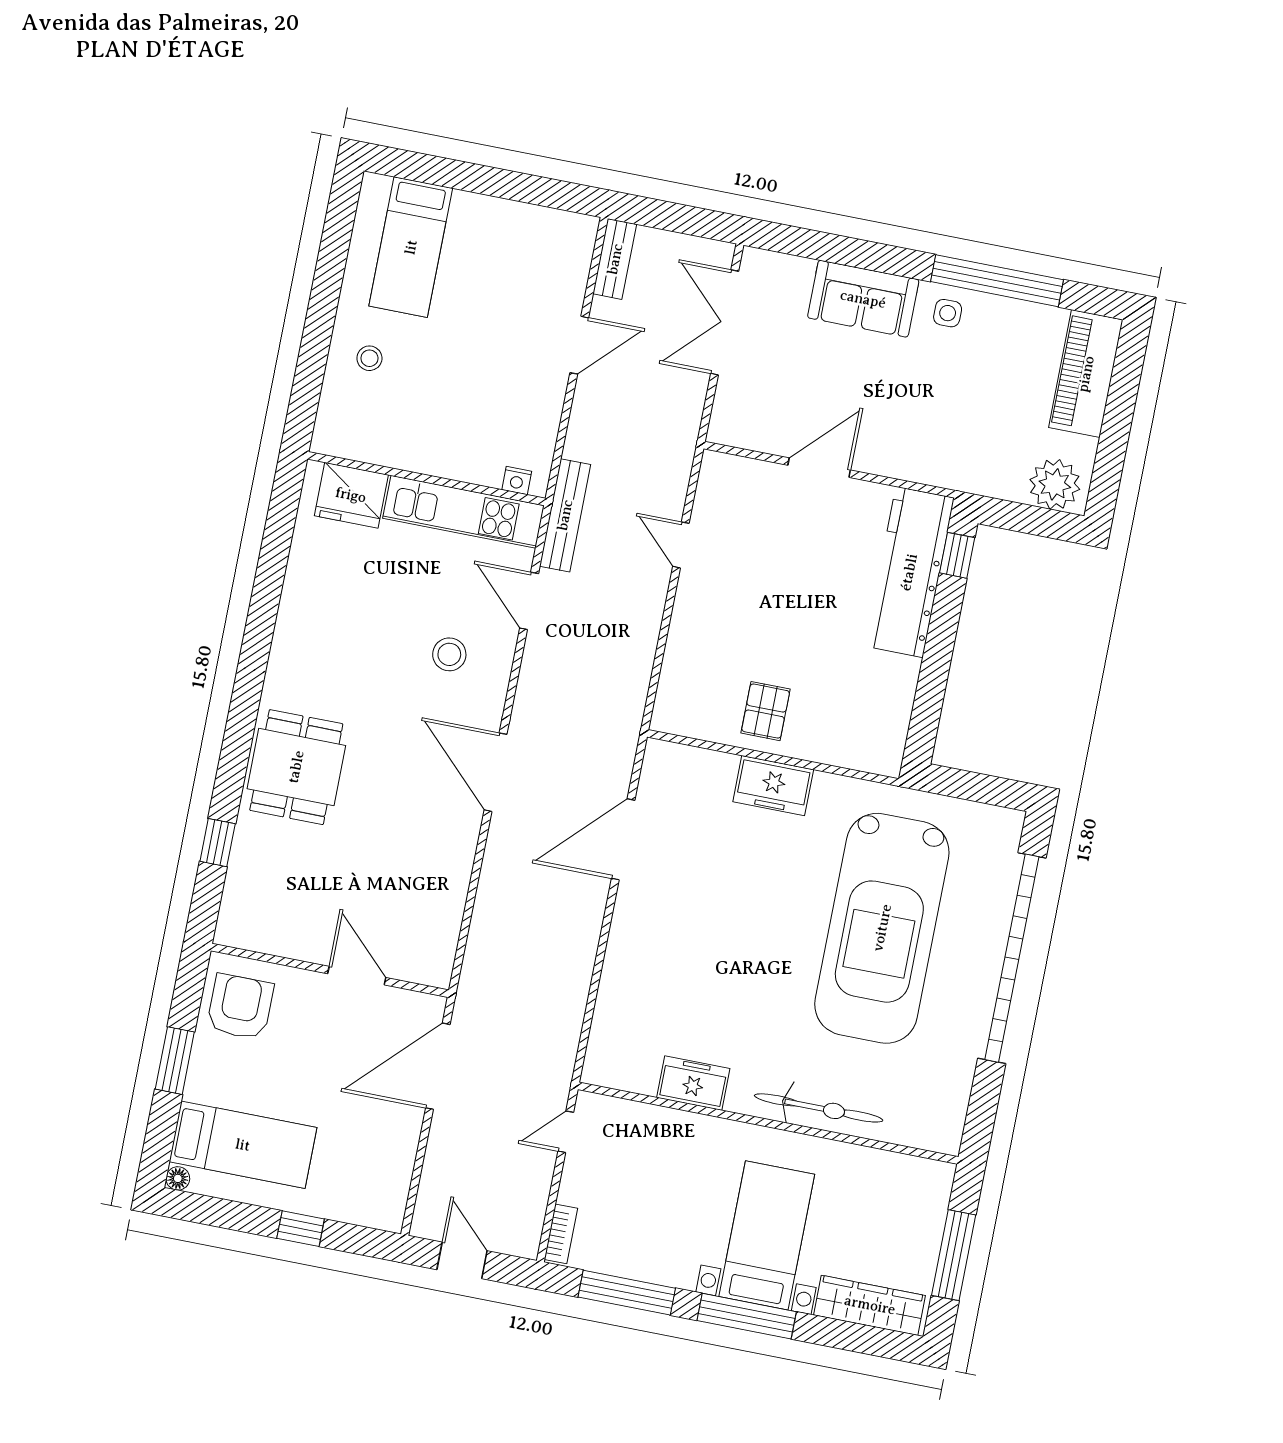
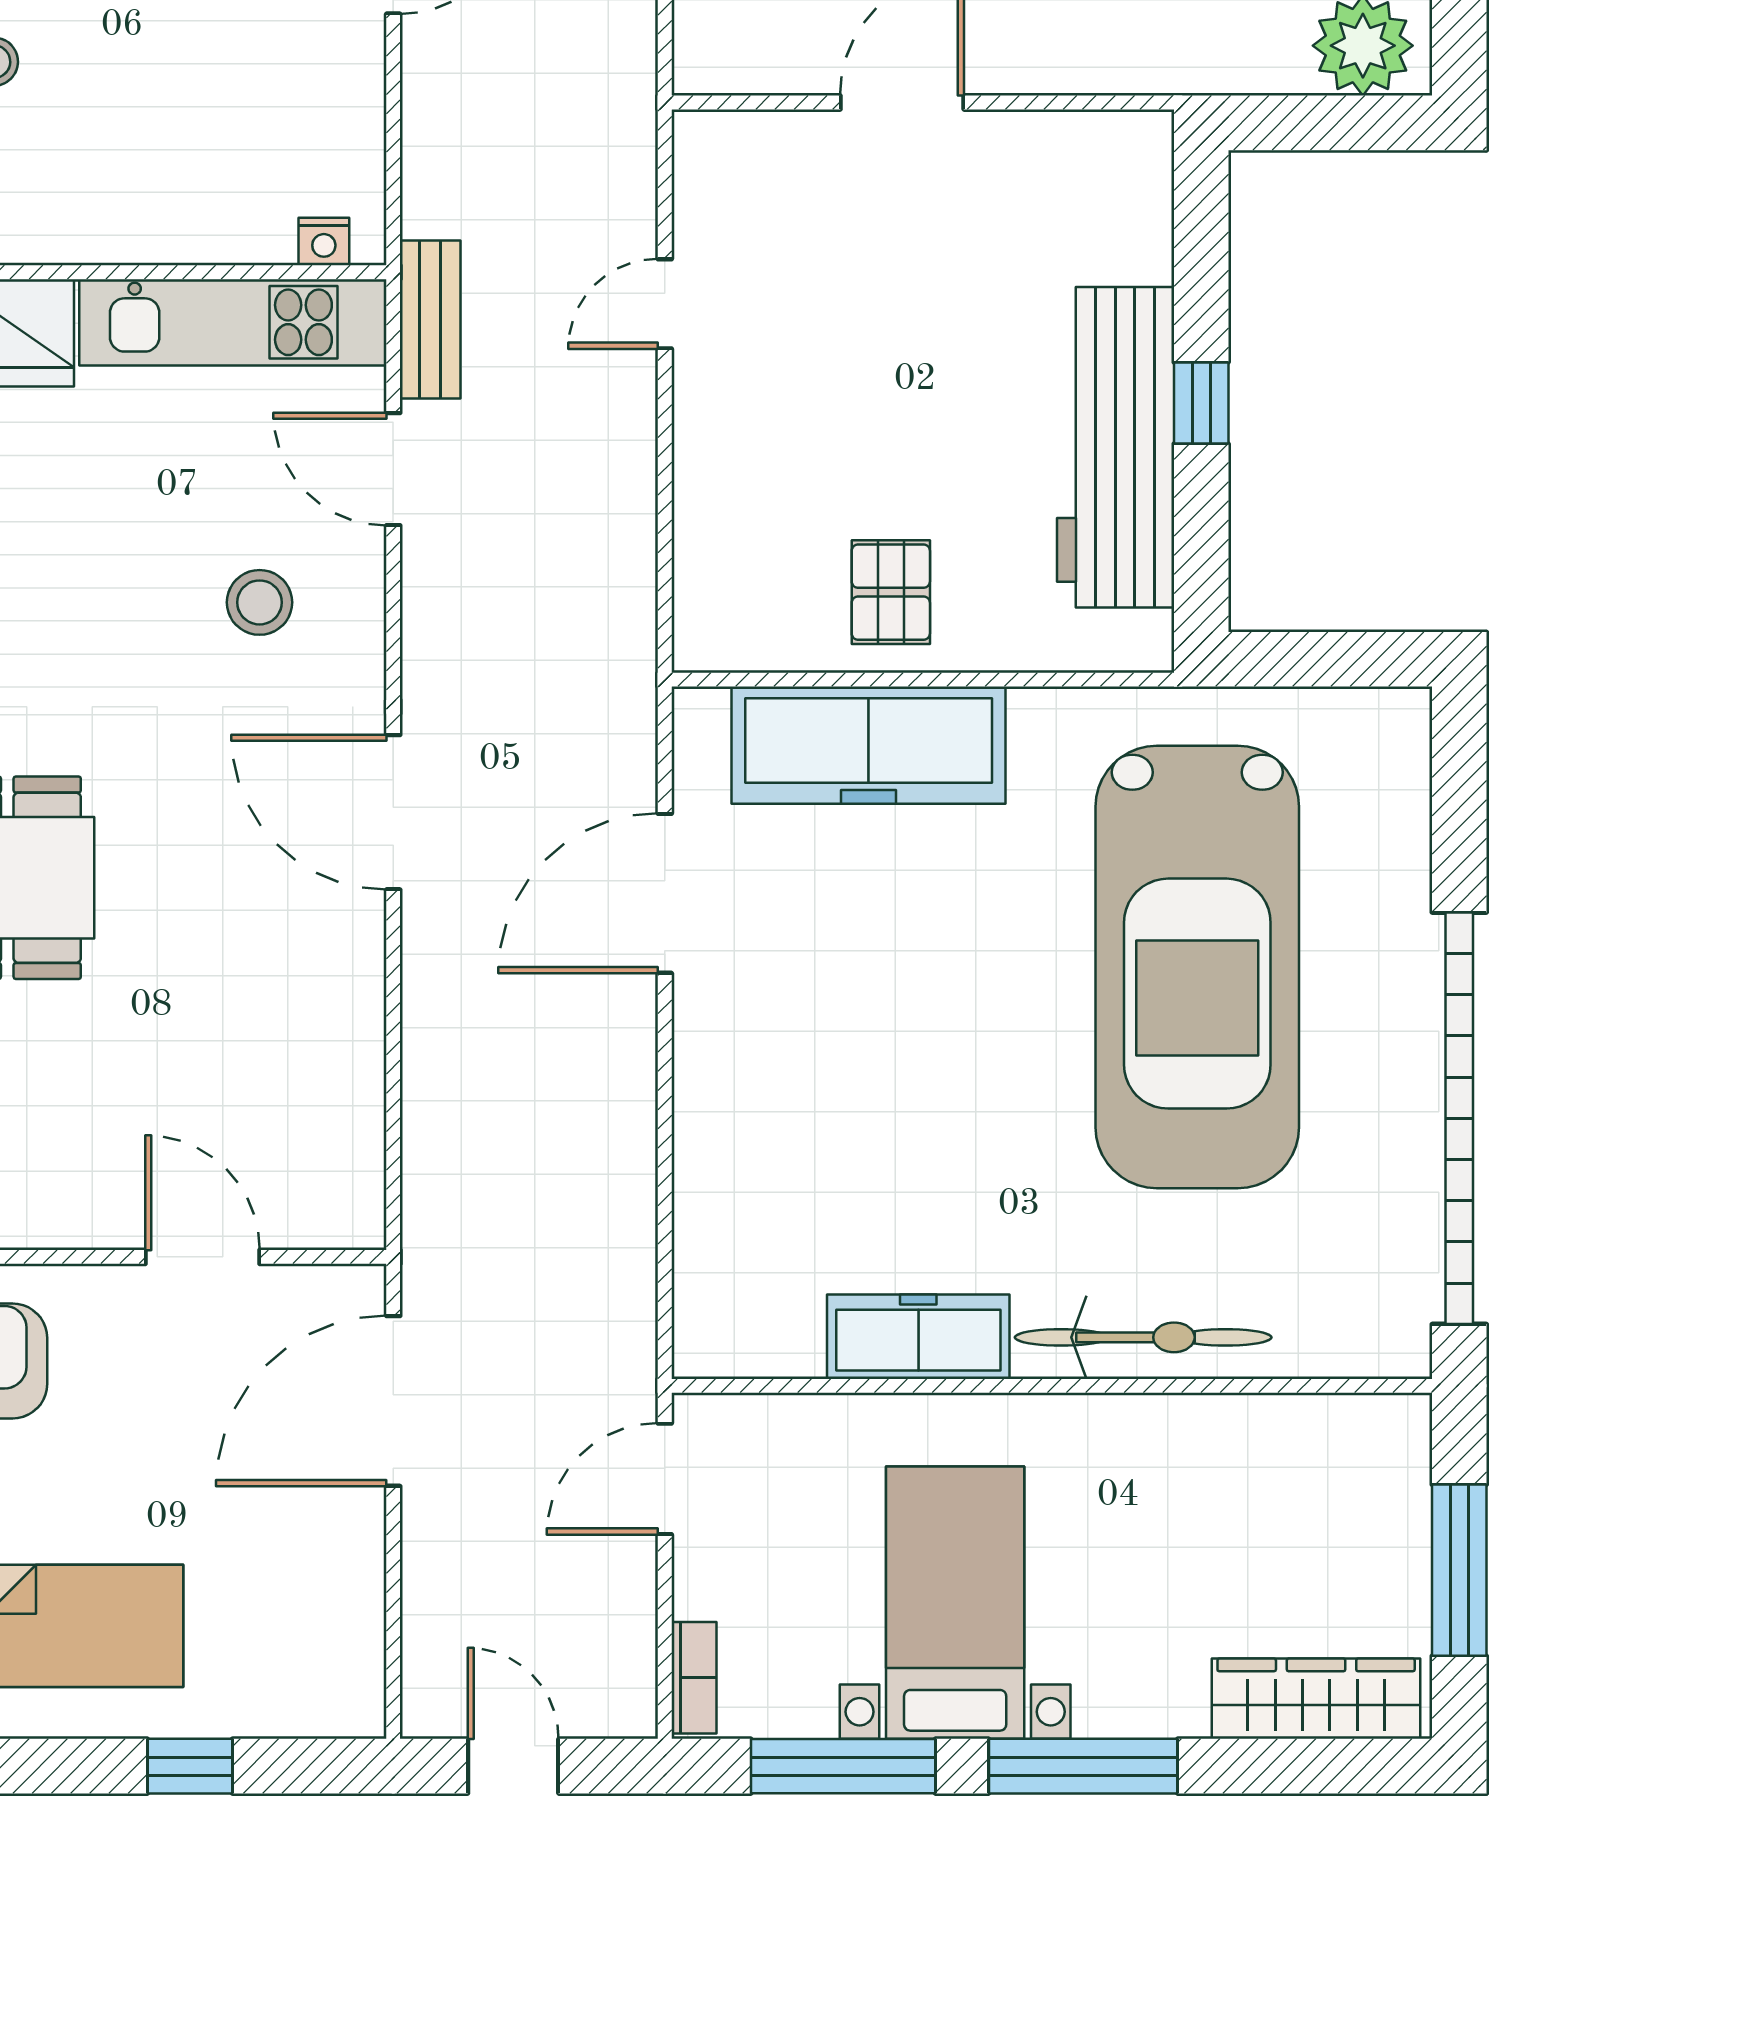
bench: (565, 515) -> (430, 319), width x0.73
door: (681, 545) -> (665, 304), hinge flipped
window: (957, 555) -> (1201, 403), moved
workbench: (909, 572) -> (1116, 447), moved
freezer: (773, 786) -> (869, 745), width x1.91, depth x1.26
garage door: (1012, 958) -> (1459, 1118), moved
freezer: (693, 1083) -> (918, 1337), width x1.40
door: (566, 1132) -> (665, 1479), width x1.37
bed with nightstands: (767, 1235) -> (955, 1603), moved

